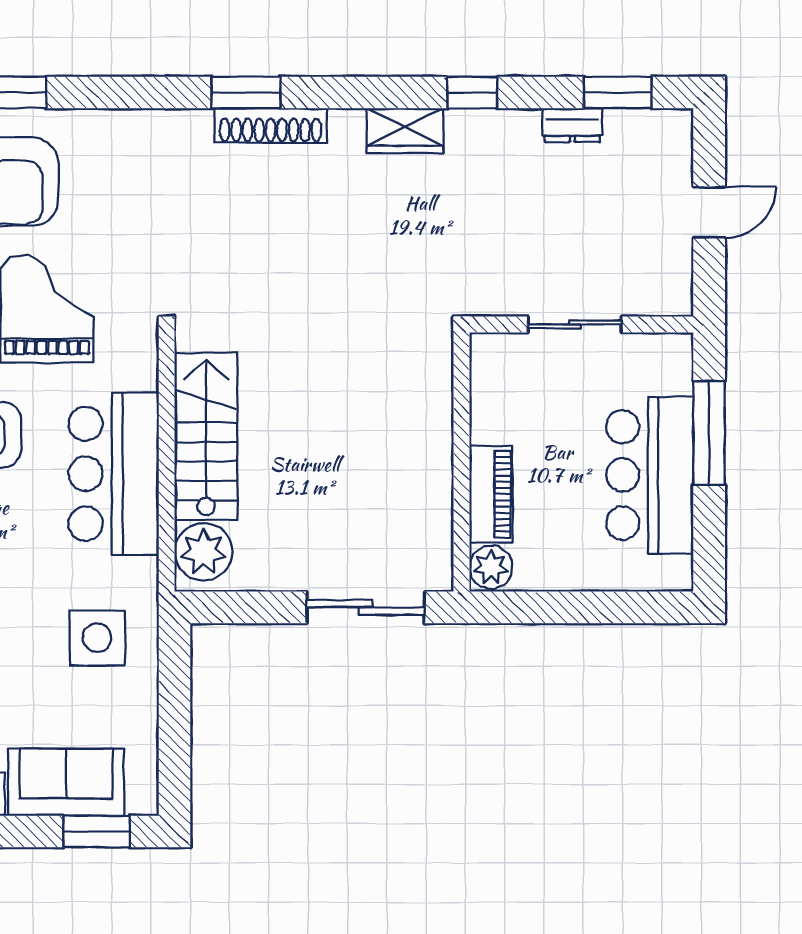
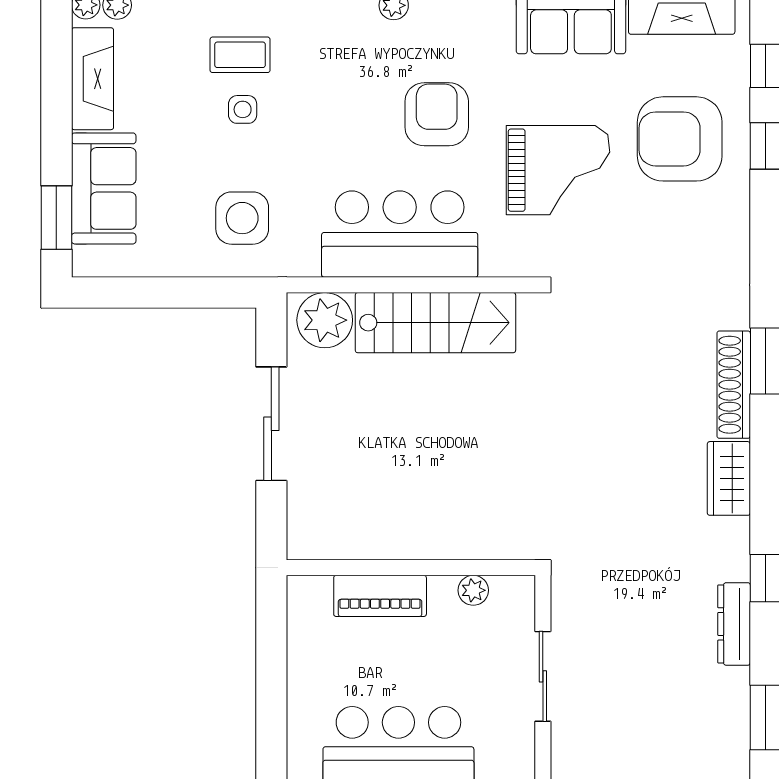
dresser: (572, 125) -> (734, 624), moved, width x1.44
wardrobe: (405, 131) -> (729, 478), moved
plant: (491, 567) -> (473, 590), moved, width x0.73, depth x0.73
sliding door: (366, 607) -> (271, 424), moved

